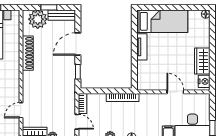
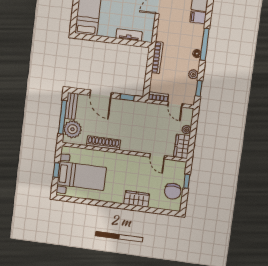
window: (49, 7) -> (63, 117), width x2.17
tv unit: (142, 47) -> (129, 35), moved
door: (77, 122) -> (175, 104), swing flipped

